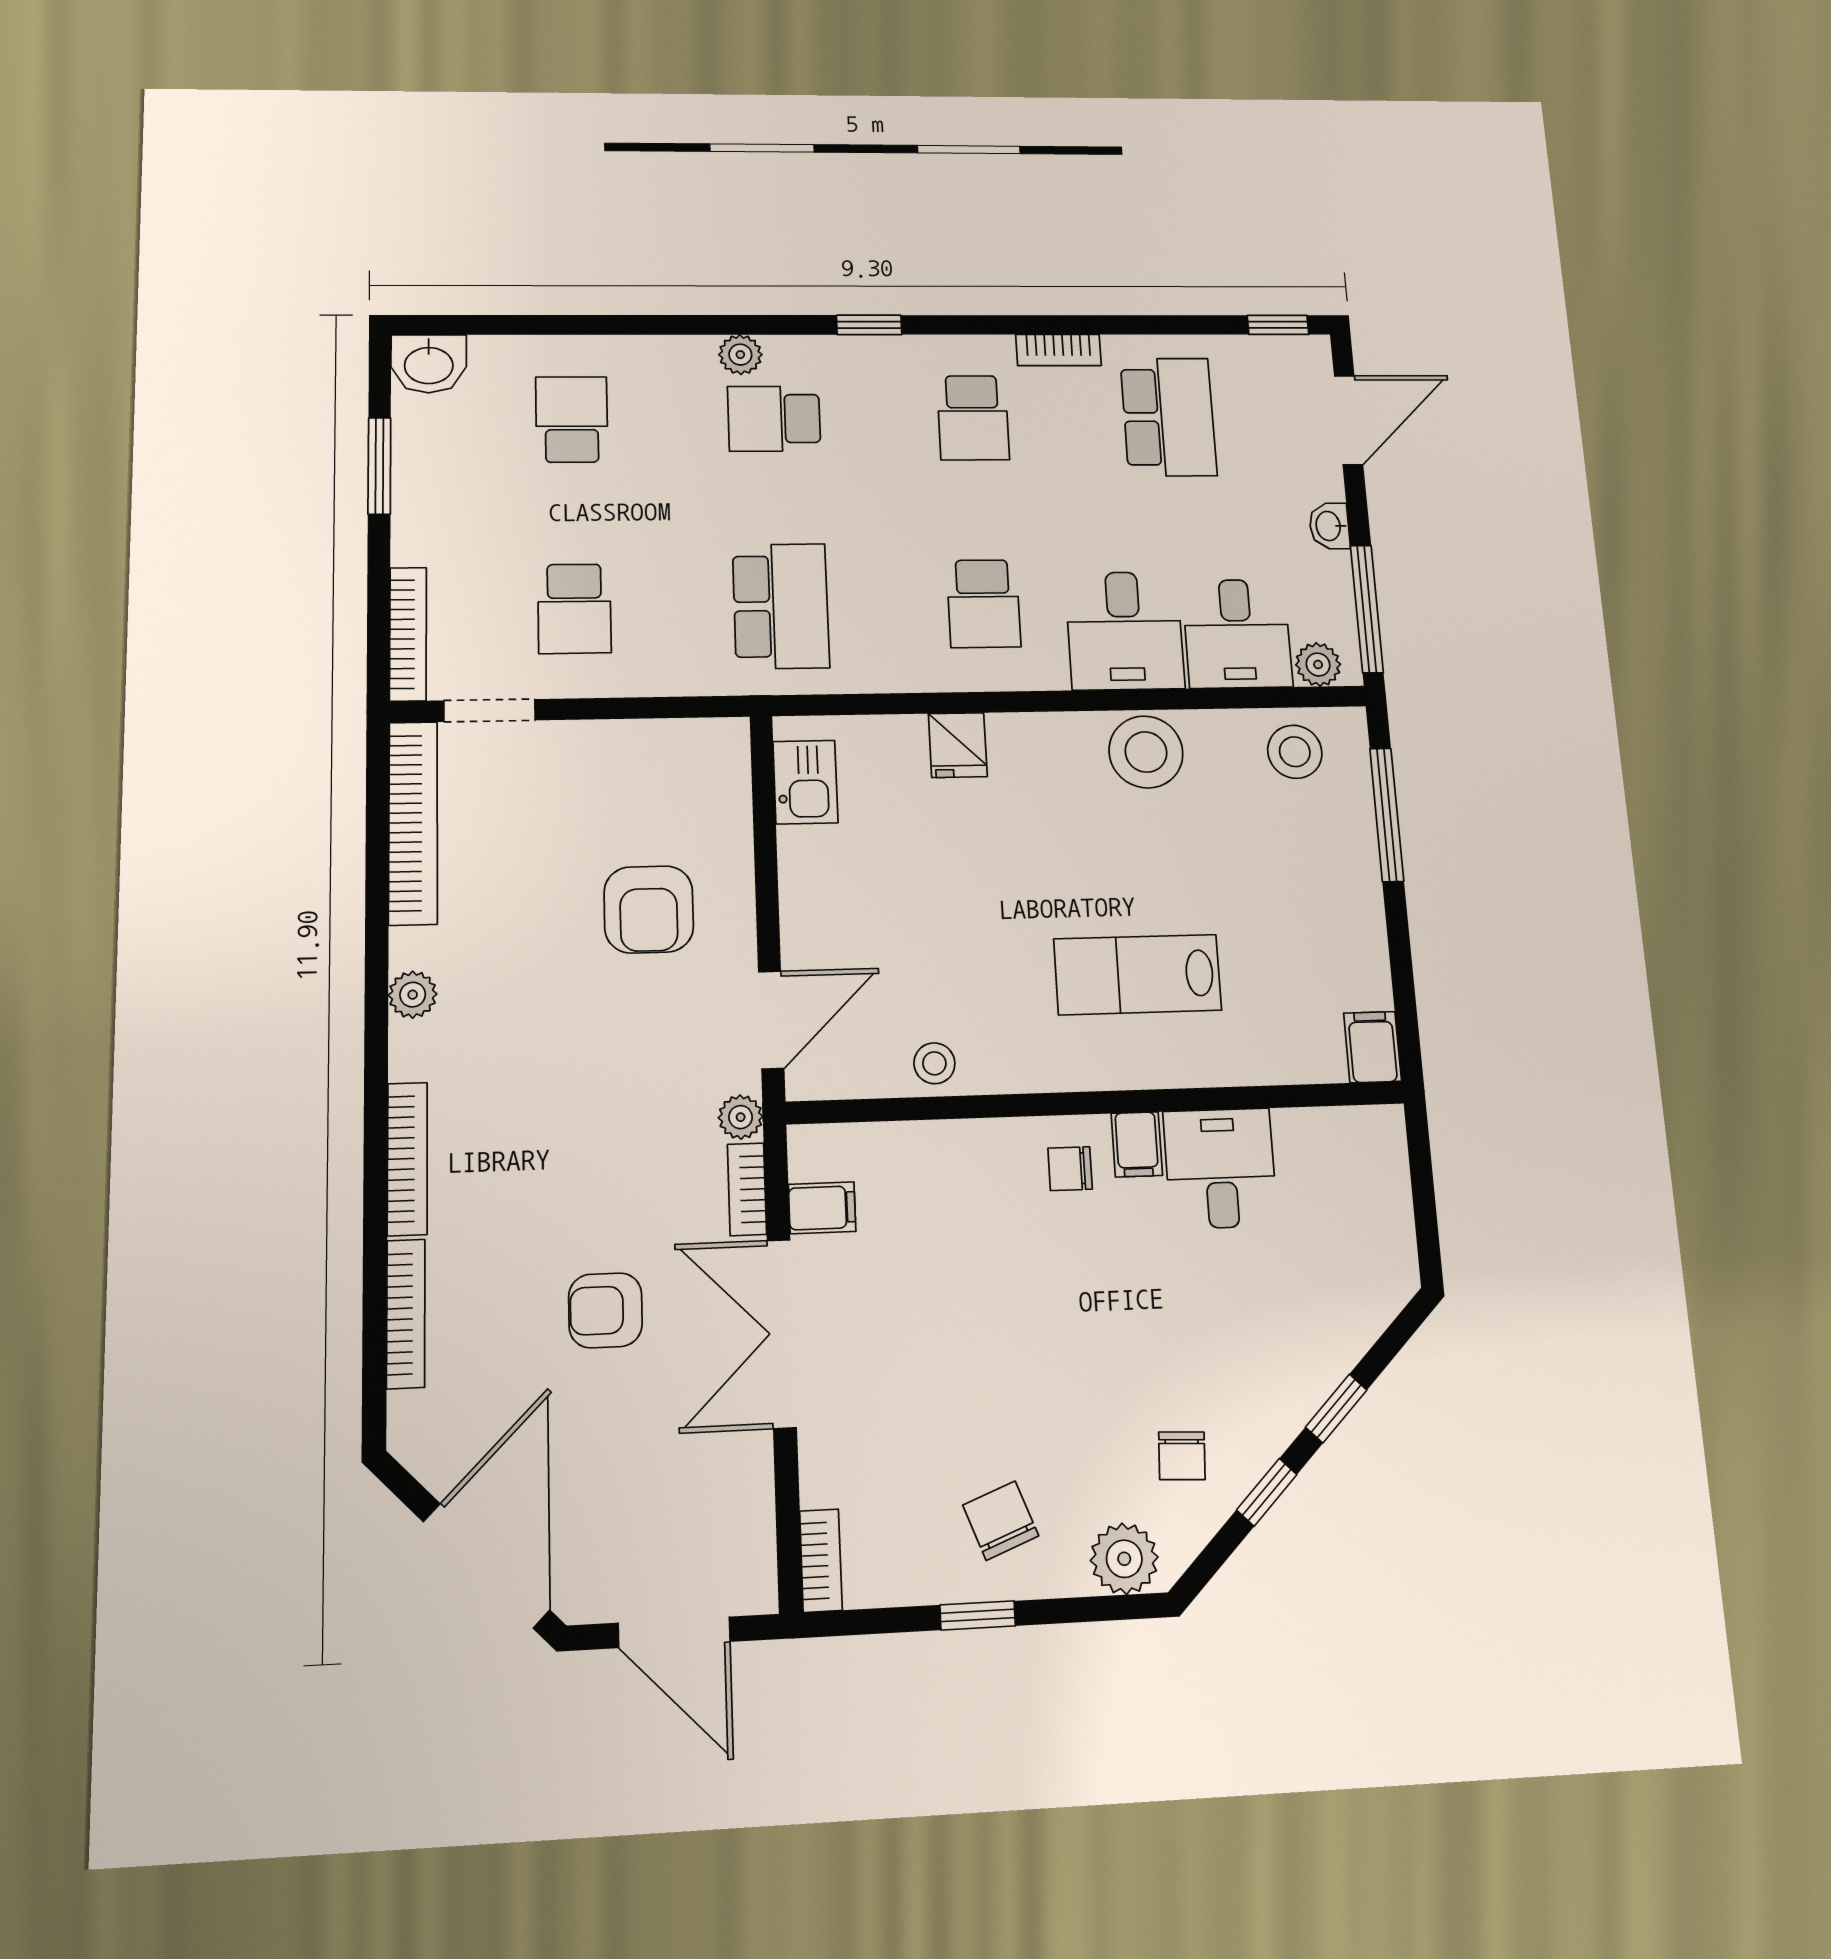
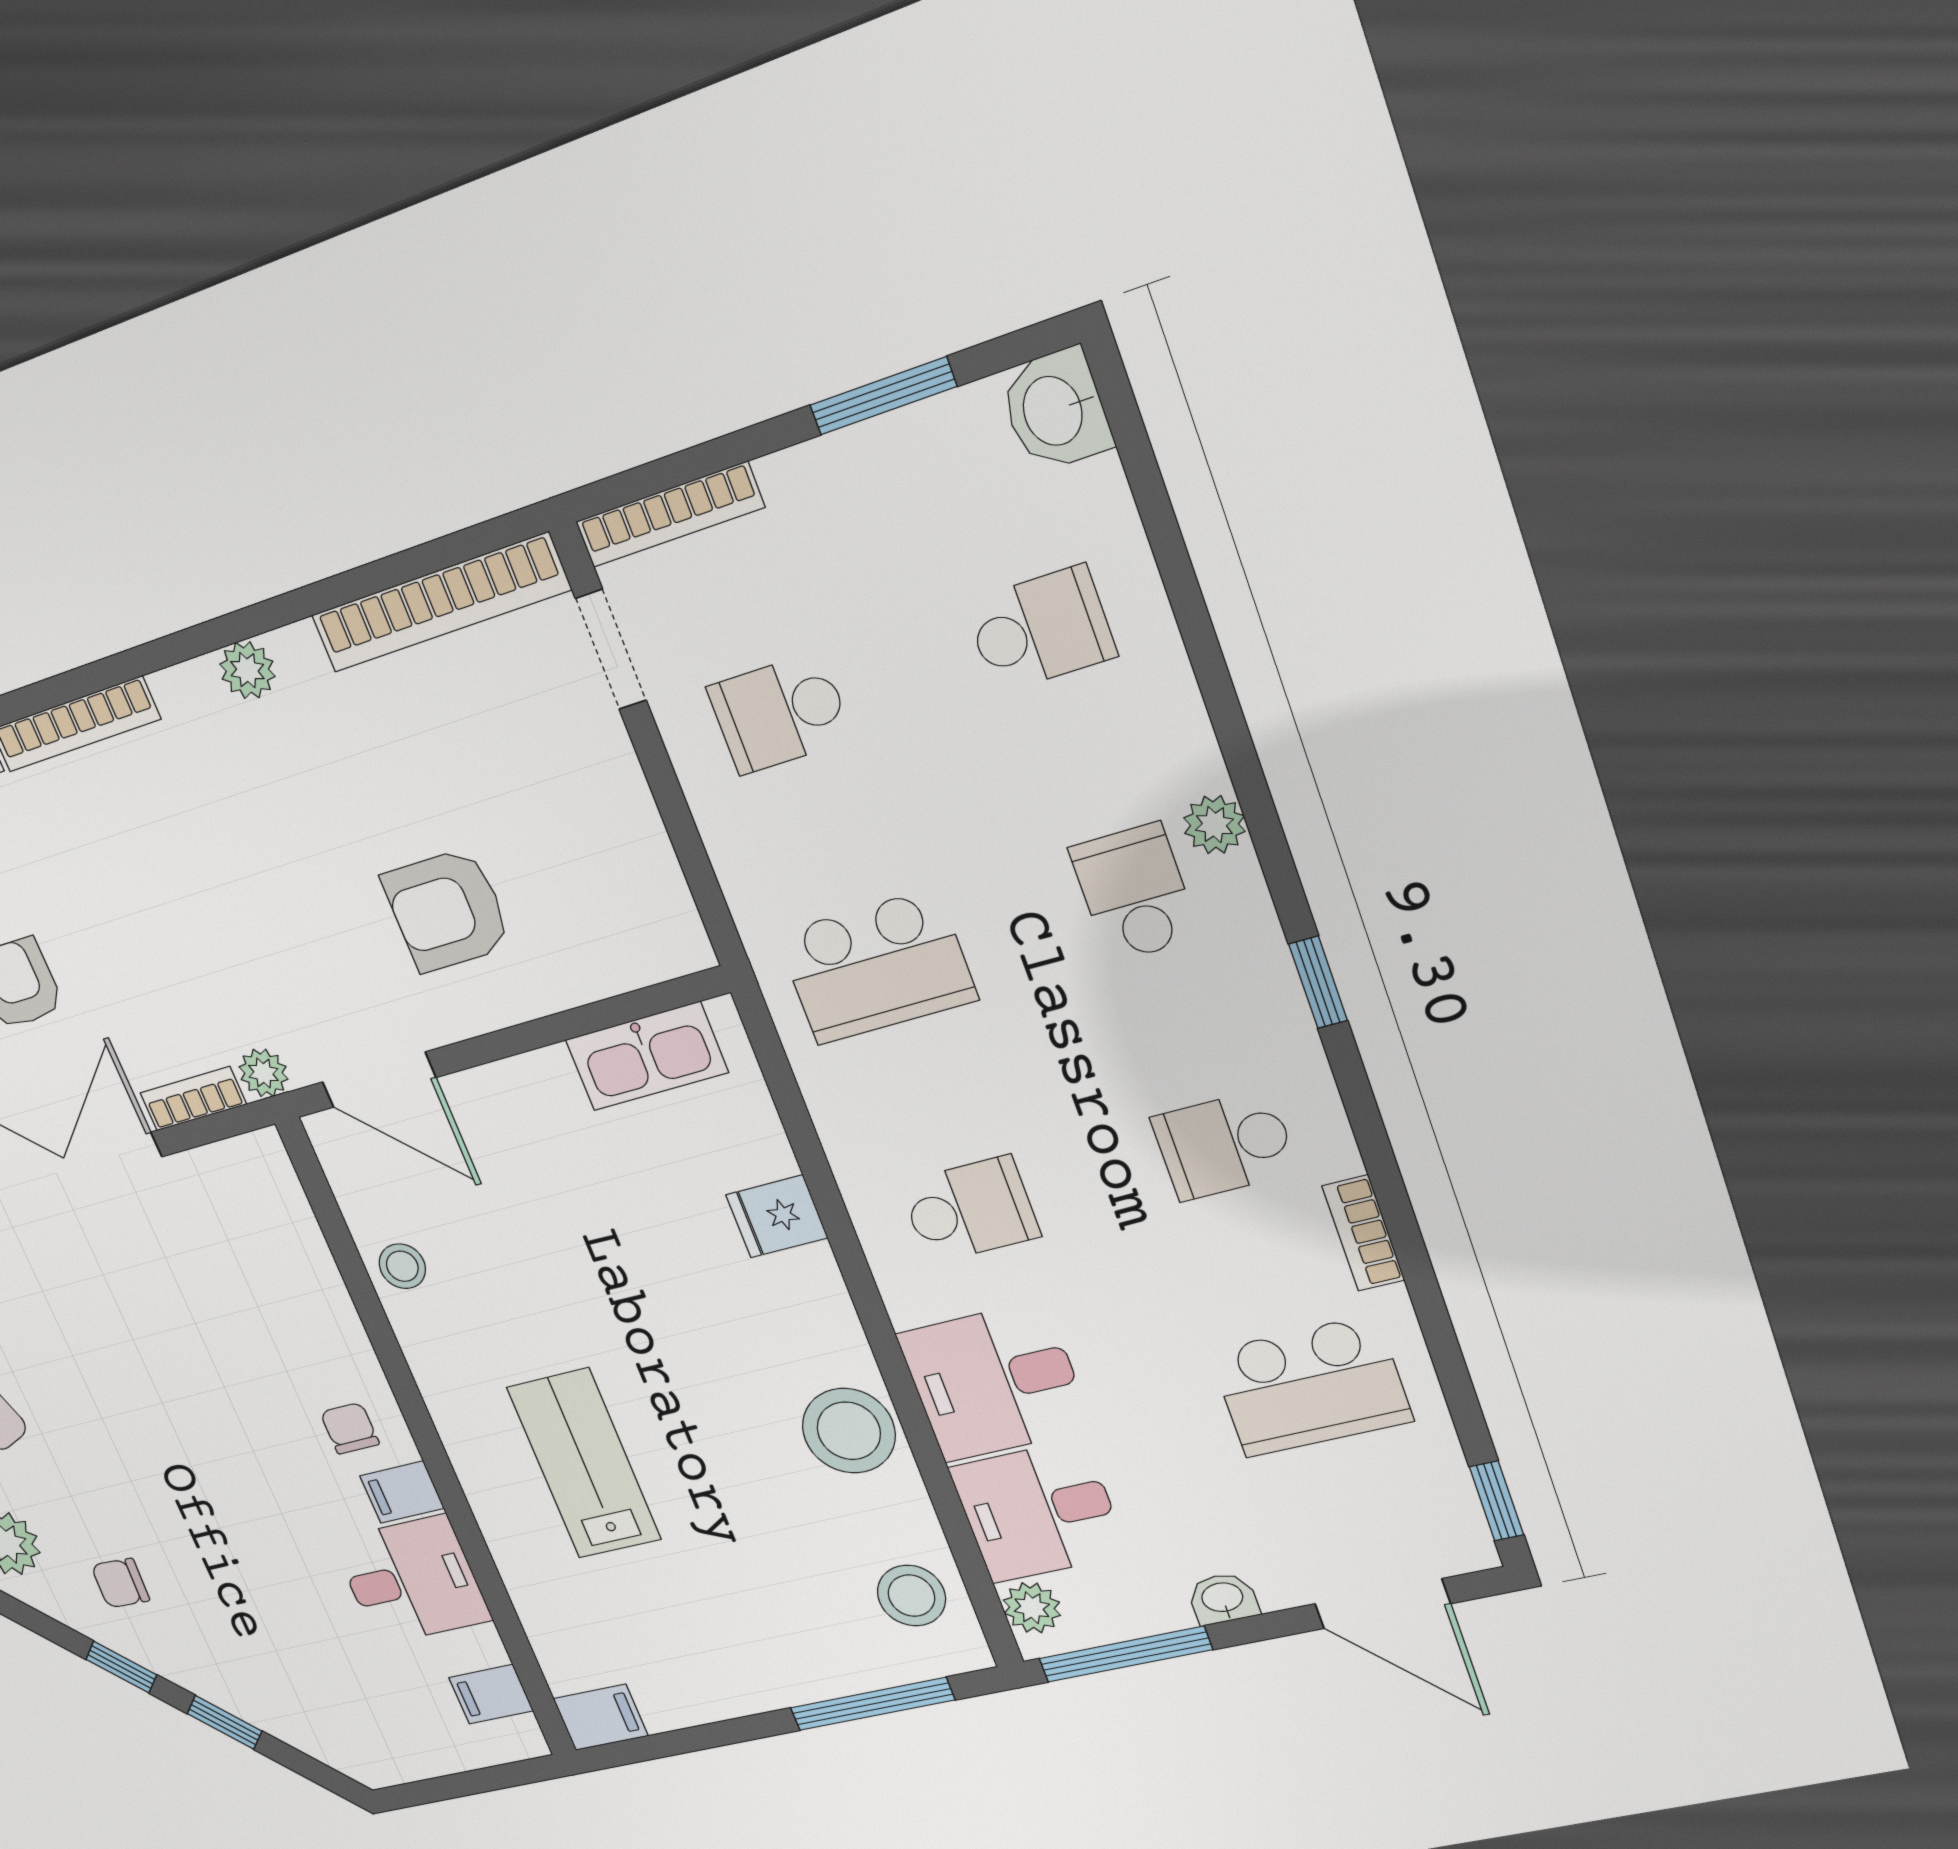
school desk: (984, 604) -> (969, 1210), turned 180
kitchen sink: (805, 782) -> (647, 1056), width x1.38
filing cabinet: (822, 1208) -> (491, 1694), moved, turned 90

